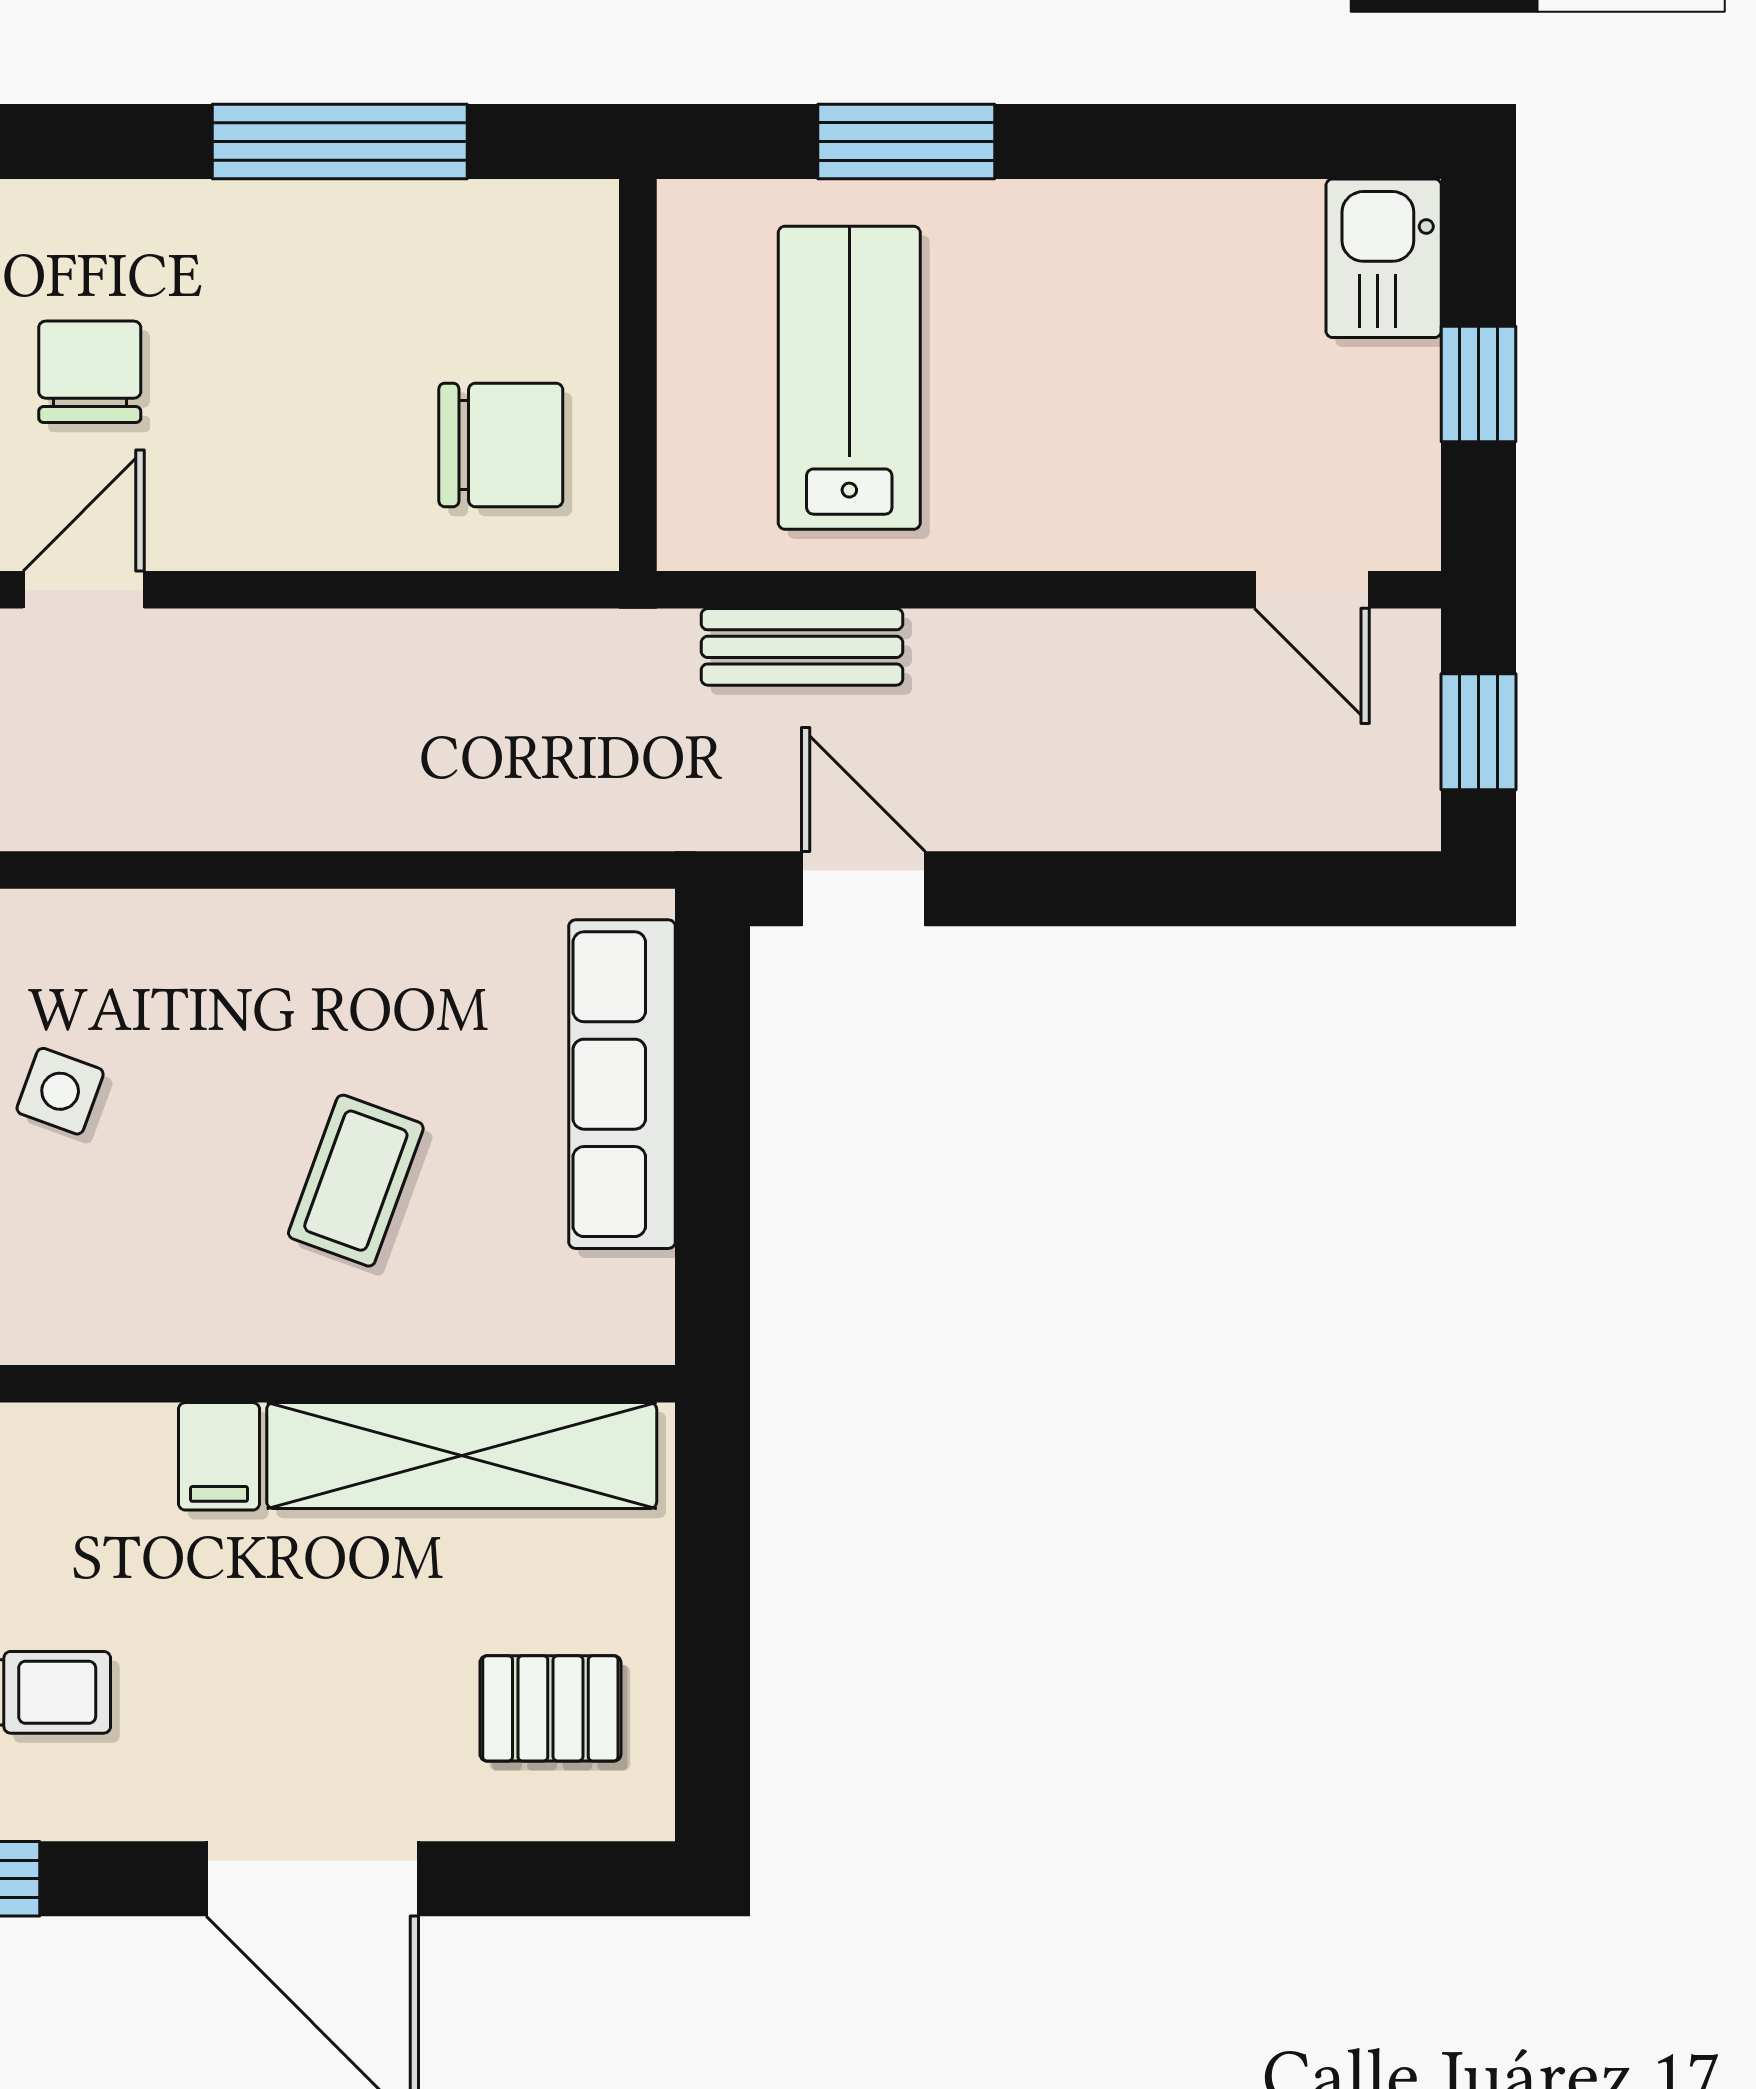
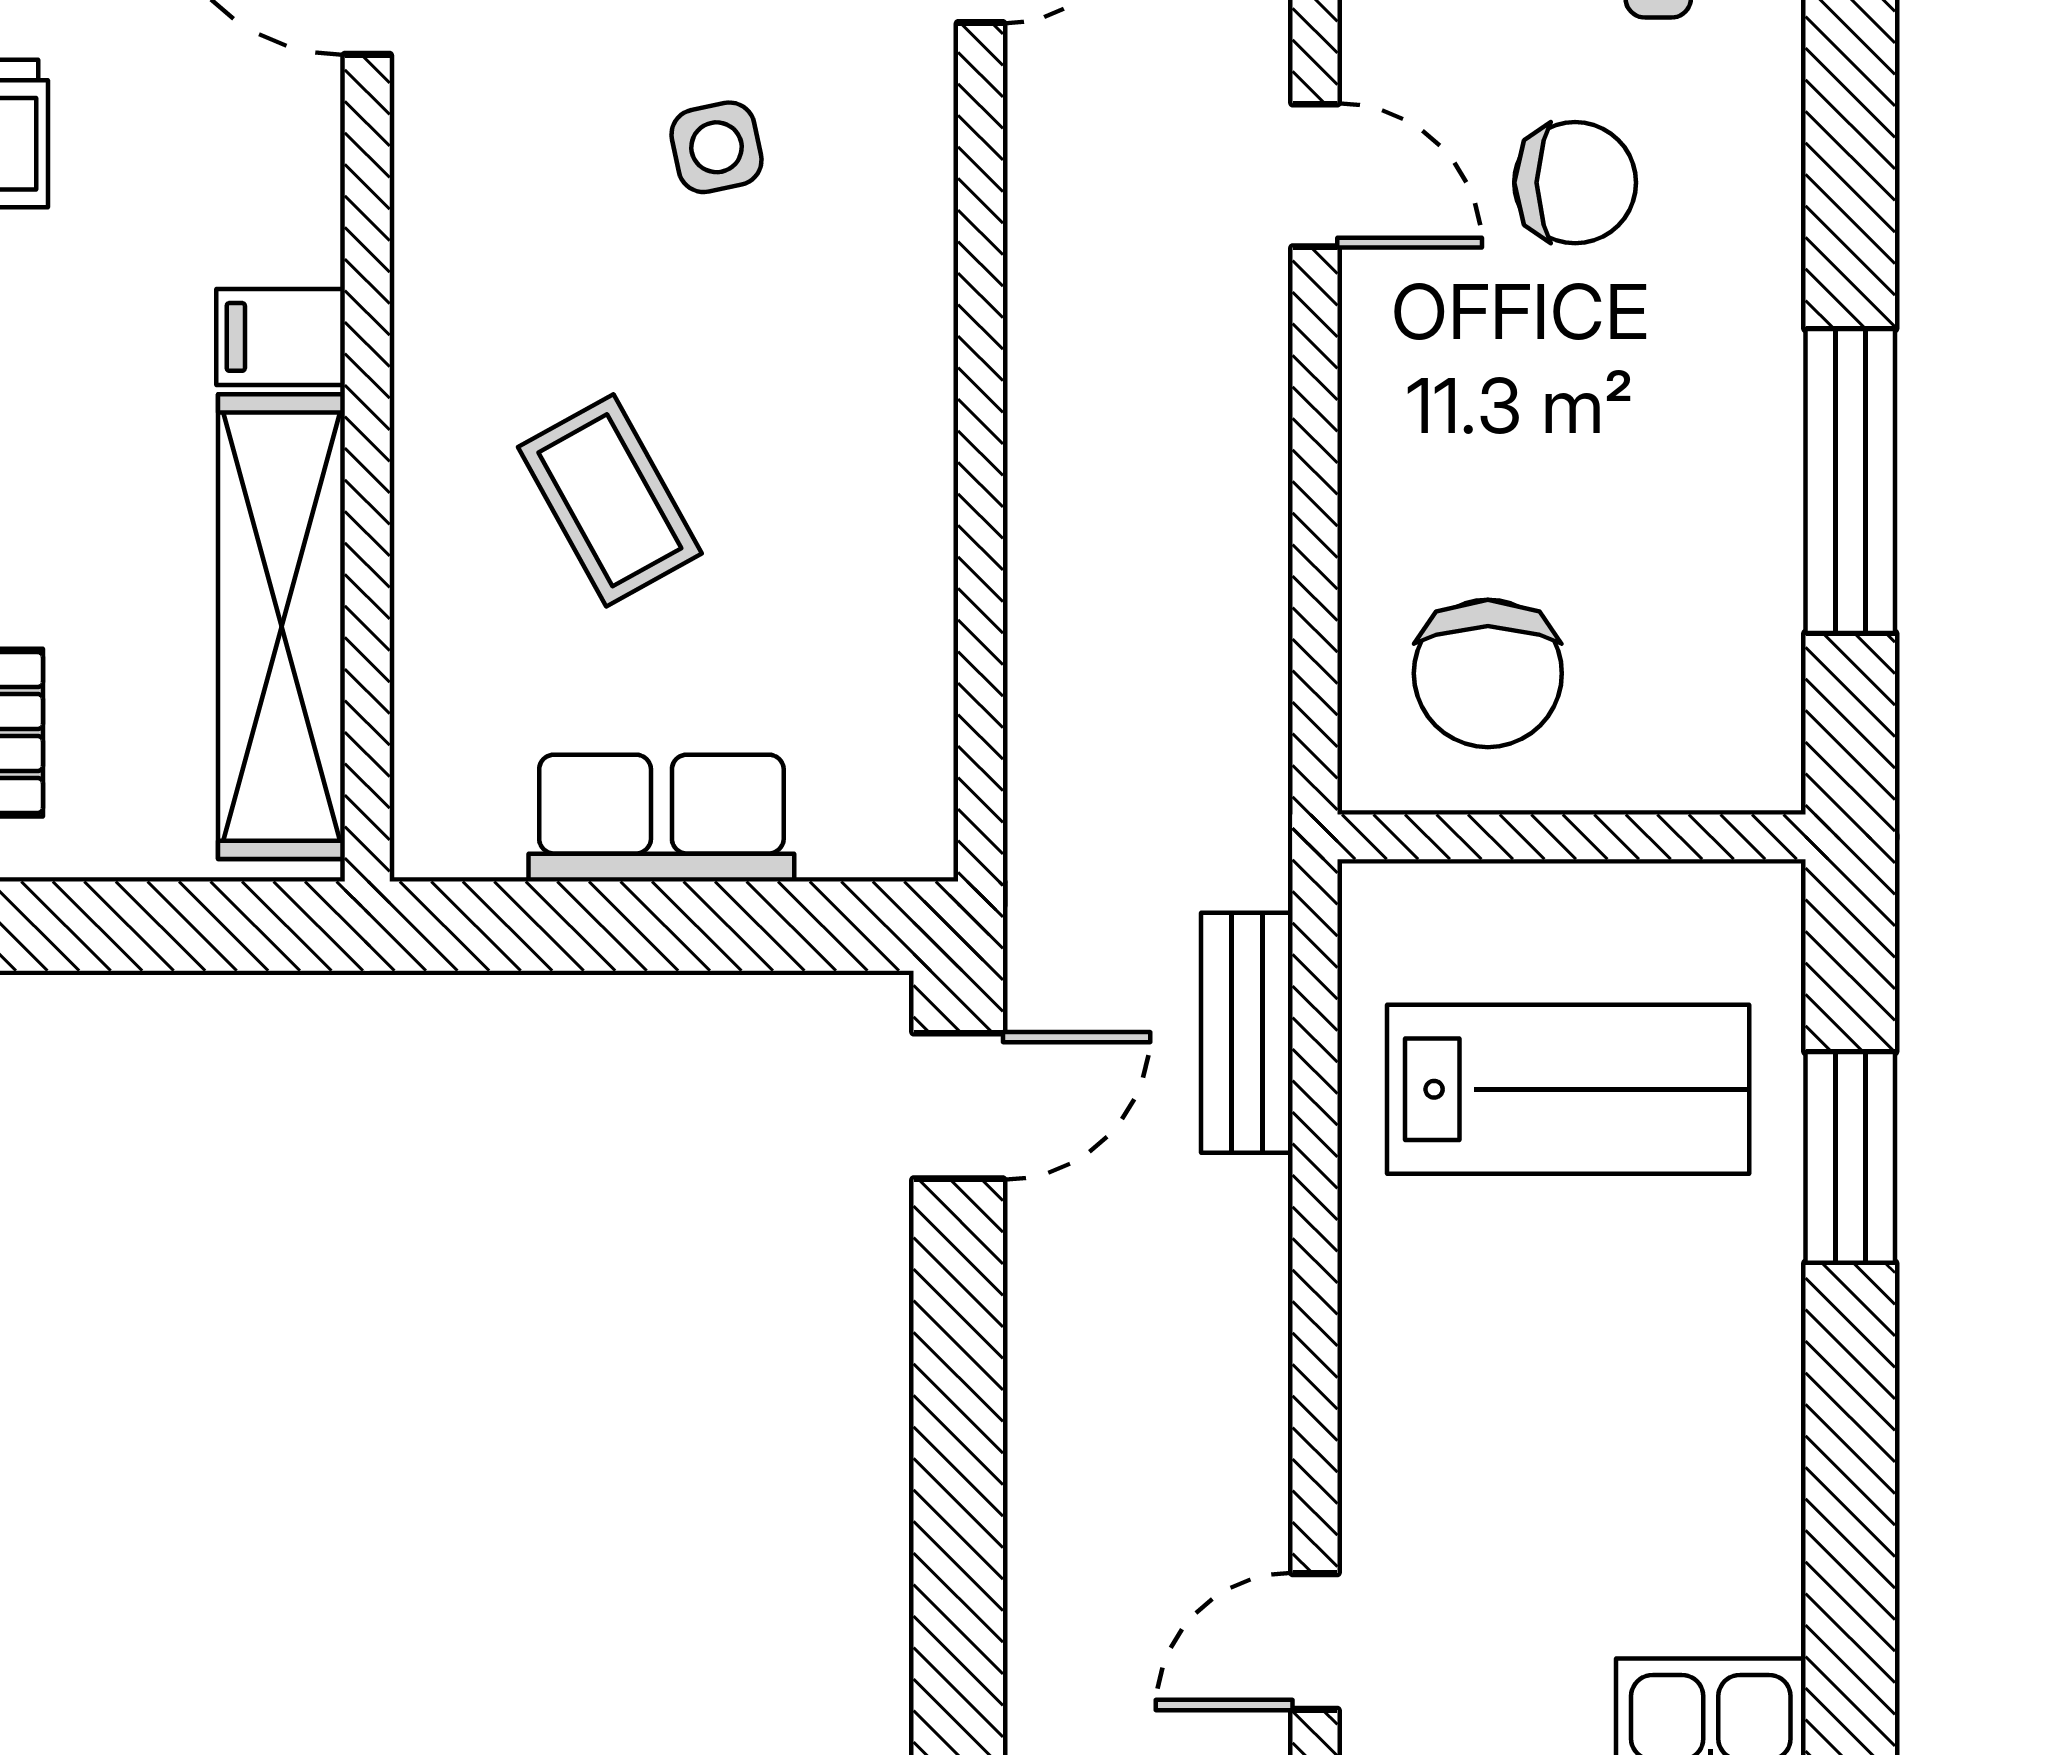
row of seats: (622, 1084) -> (661, 818), width x0.68
side table: (60, 1091) -> (717, 147), turned -32
coffee table: (356, 1181) -> (610, 500), turned 41

